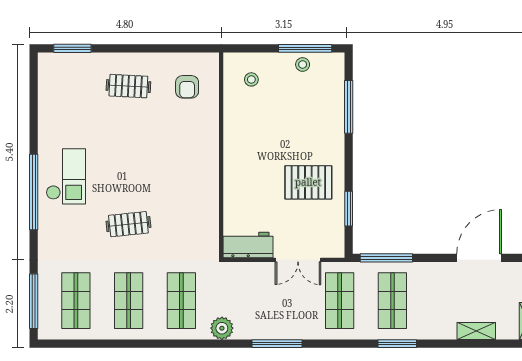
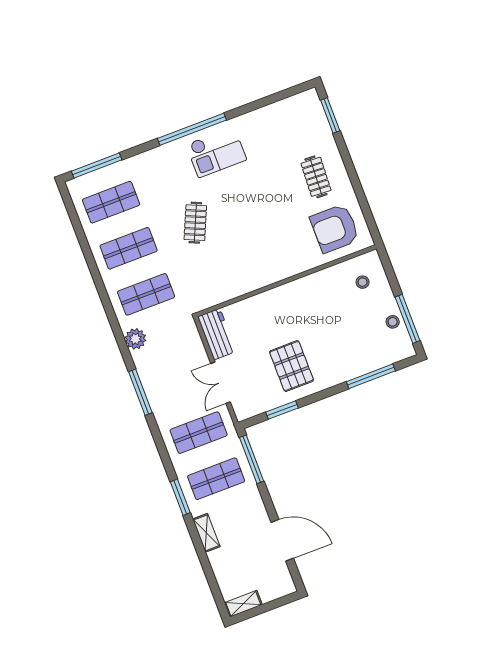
armchair: (187, 87) -> (335, 228), width x1.88, depth x1.88
clothes rail: (128, 224) -> (195, 223), turned 30
shelving: (476, 331) -> (206, 533), moved

